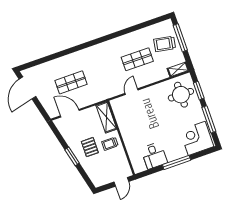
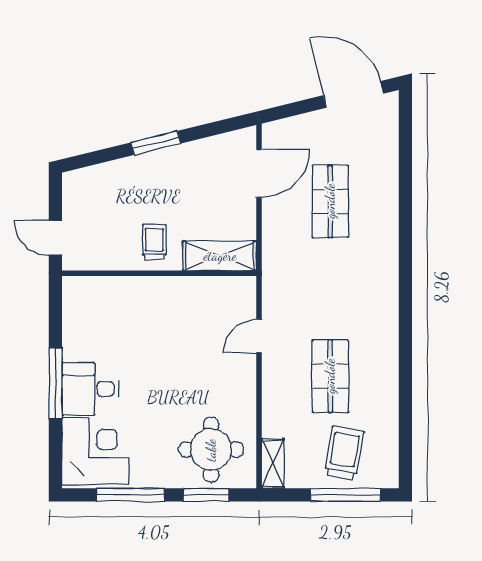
door: (132, 92) -> (259, 336), swing flipped
pallet: (90, 147) -> (163, 192), removed
desk: (154, 156) -> (90, 389), moved

